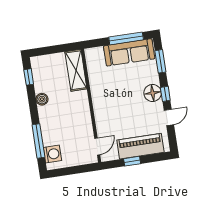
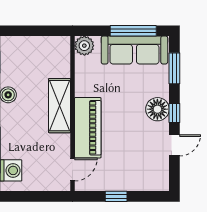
plant: (92, 55) -> (84, 46), added
shelving: (76, 70) -> (60, 106), moved
piano: (140, 146) -> (88, 128), moved, turned 90

